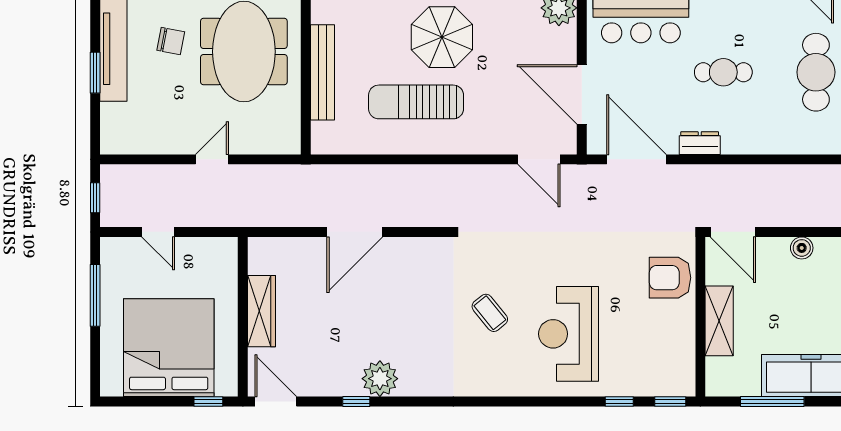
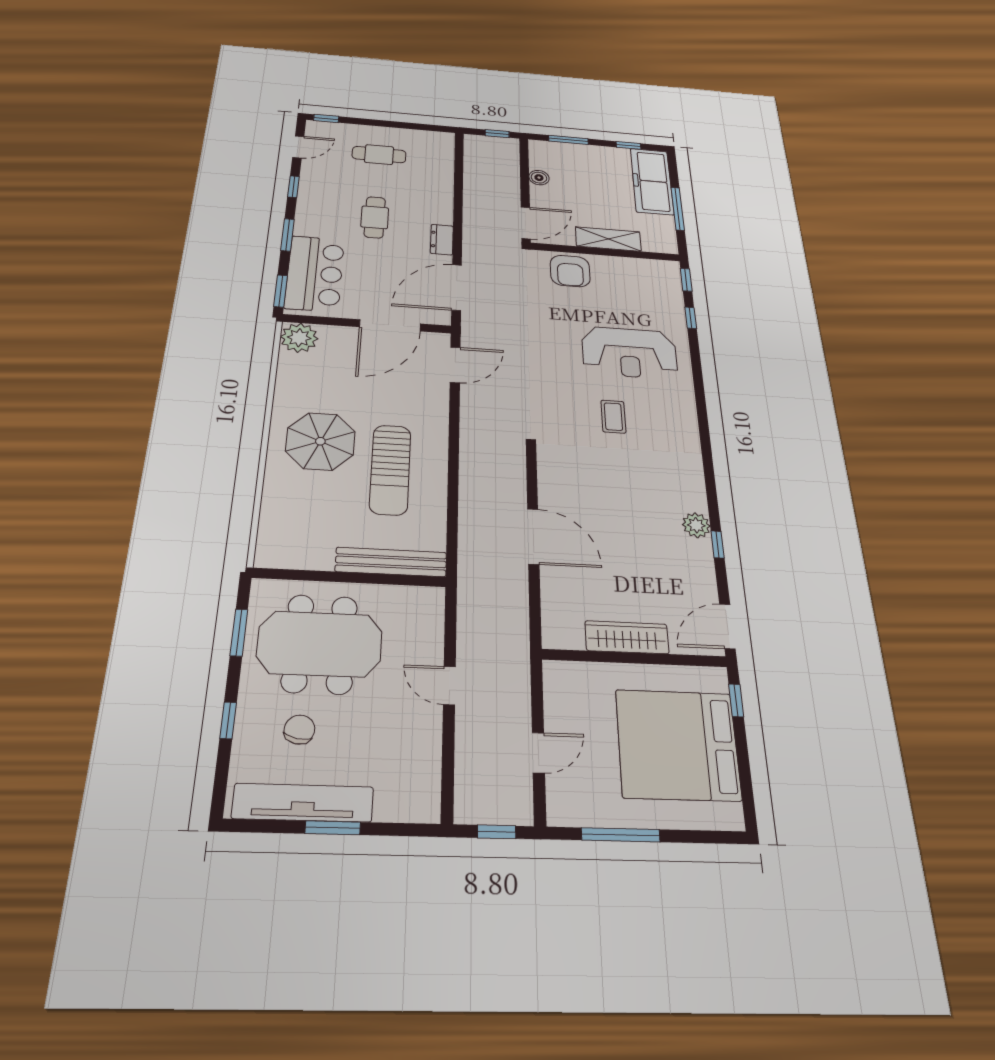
bench: (322, 72) -> (391, 562), moved
cafe table: (816, 72) -> (379, 155), width x0.73, depth x0.74
coffee table: (490, 313) -> (613, 417), turned -51
plant: (380, 379) -> (696, 525), width x0.73, depth x0.73

